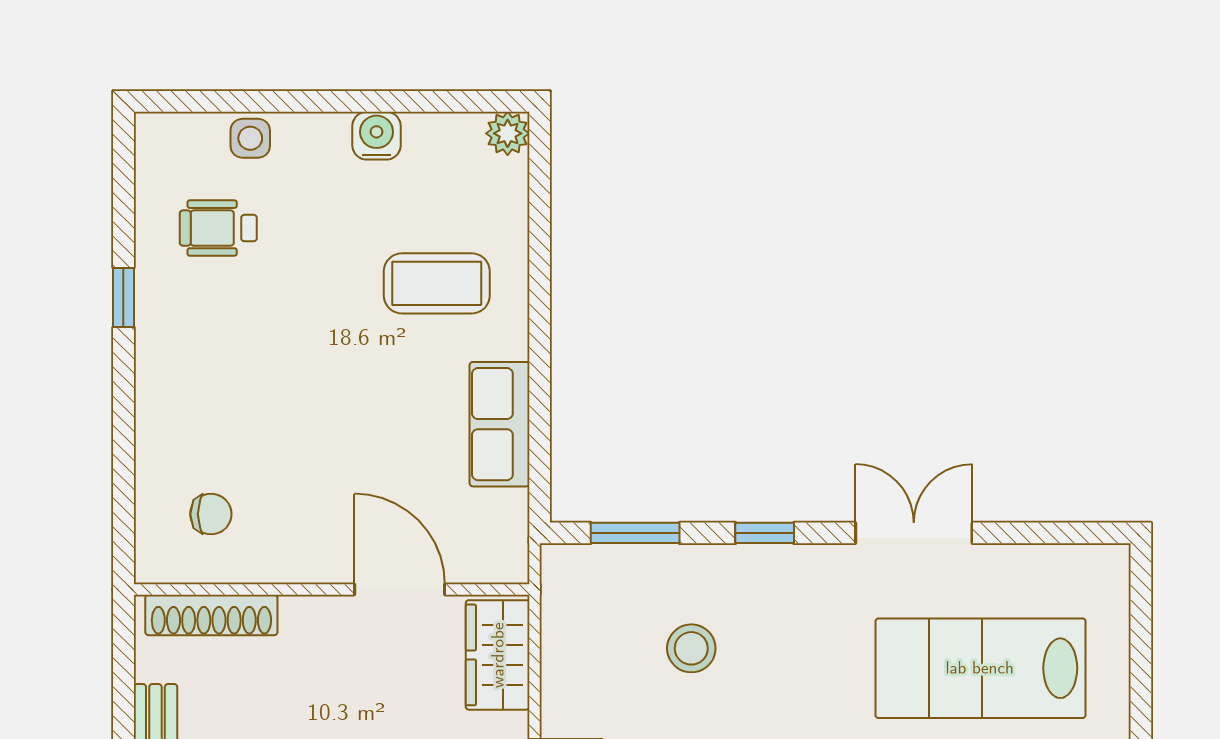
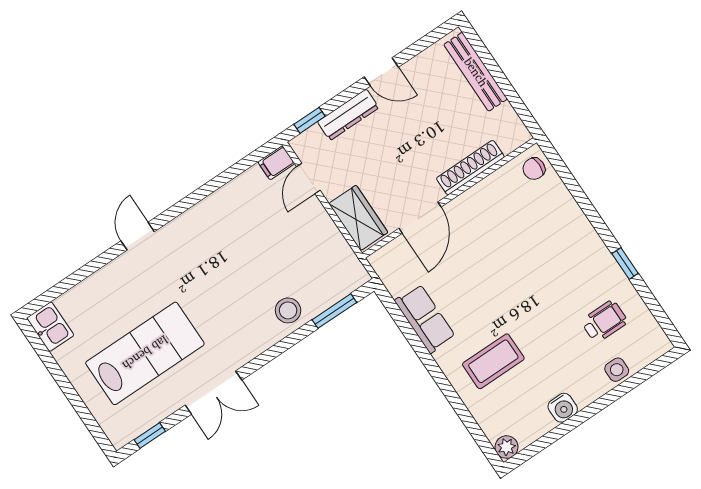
chair: (211, 514) -> (534, 169), moved
window: (765, 533) -> (150, 436), moved
door: (400, 589) -> (420, 218), hinge flipped
shoe rack: (211, 615) -> (470, 168), moved
stool: (691, 648) -> (288, 310), moved

